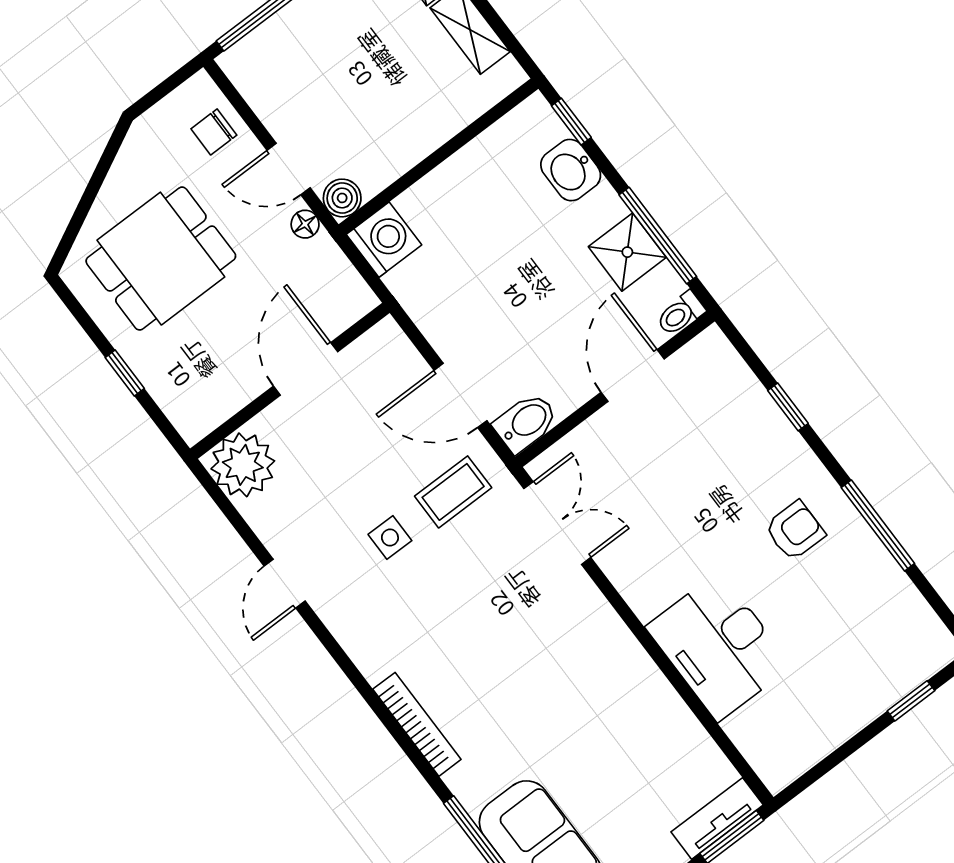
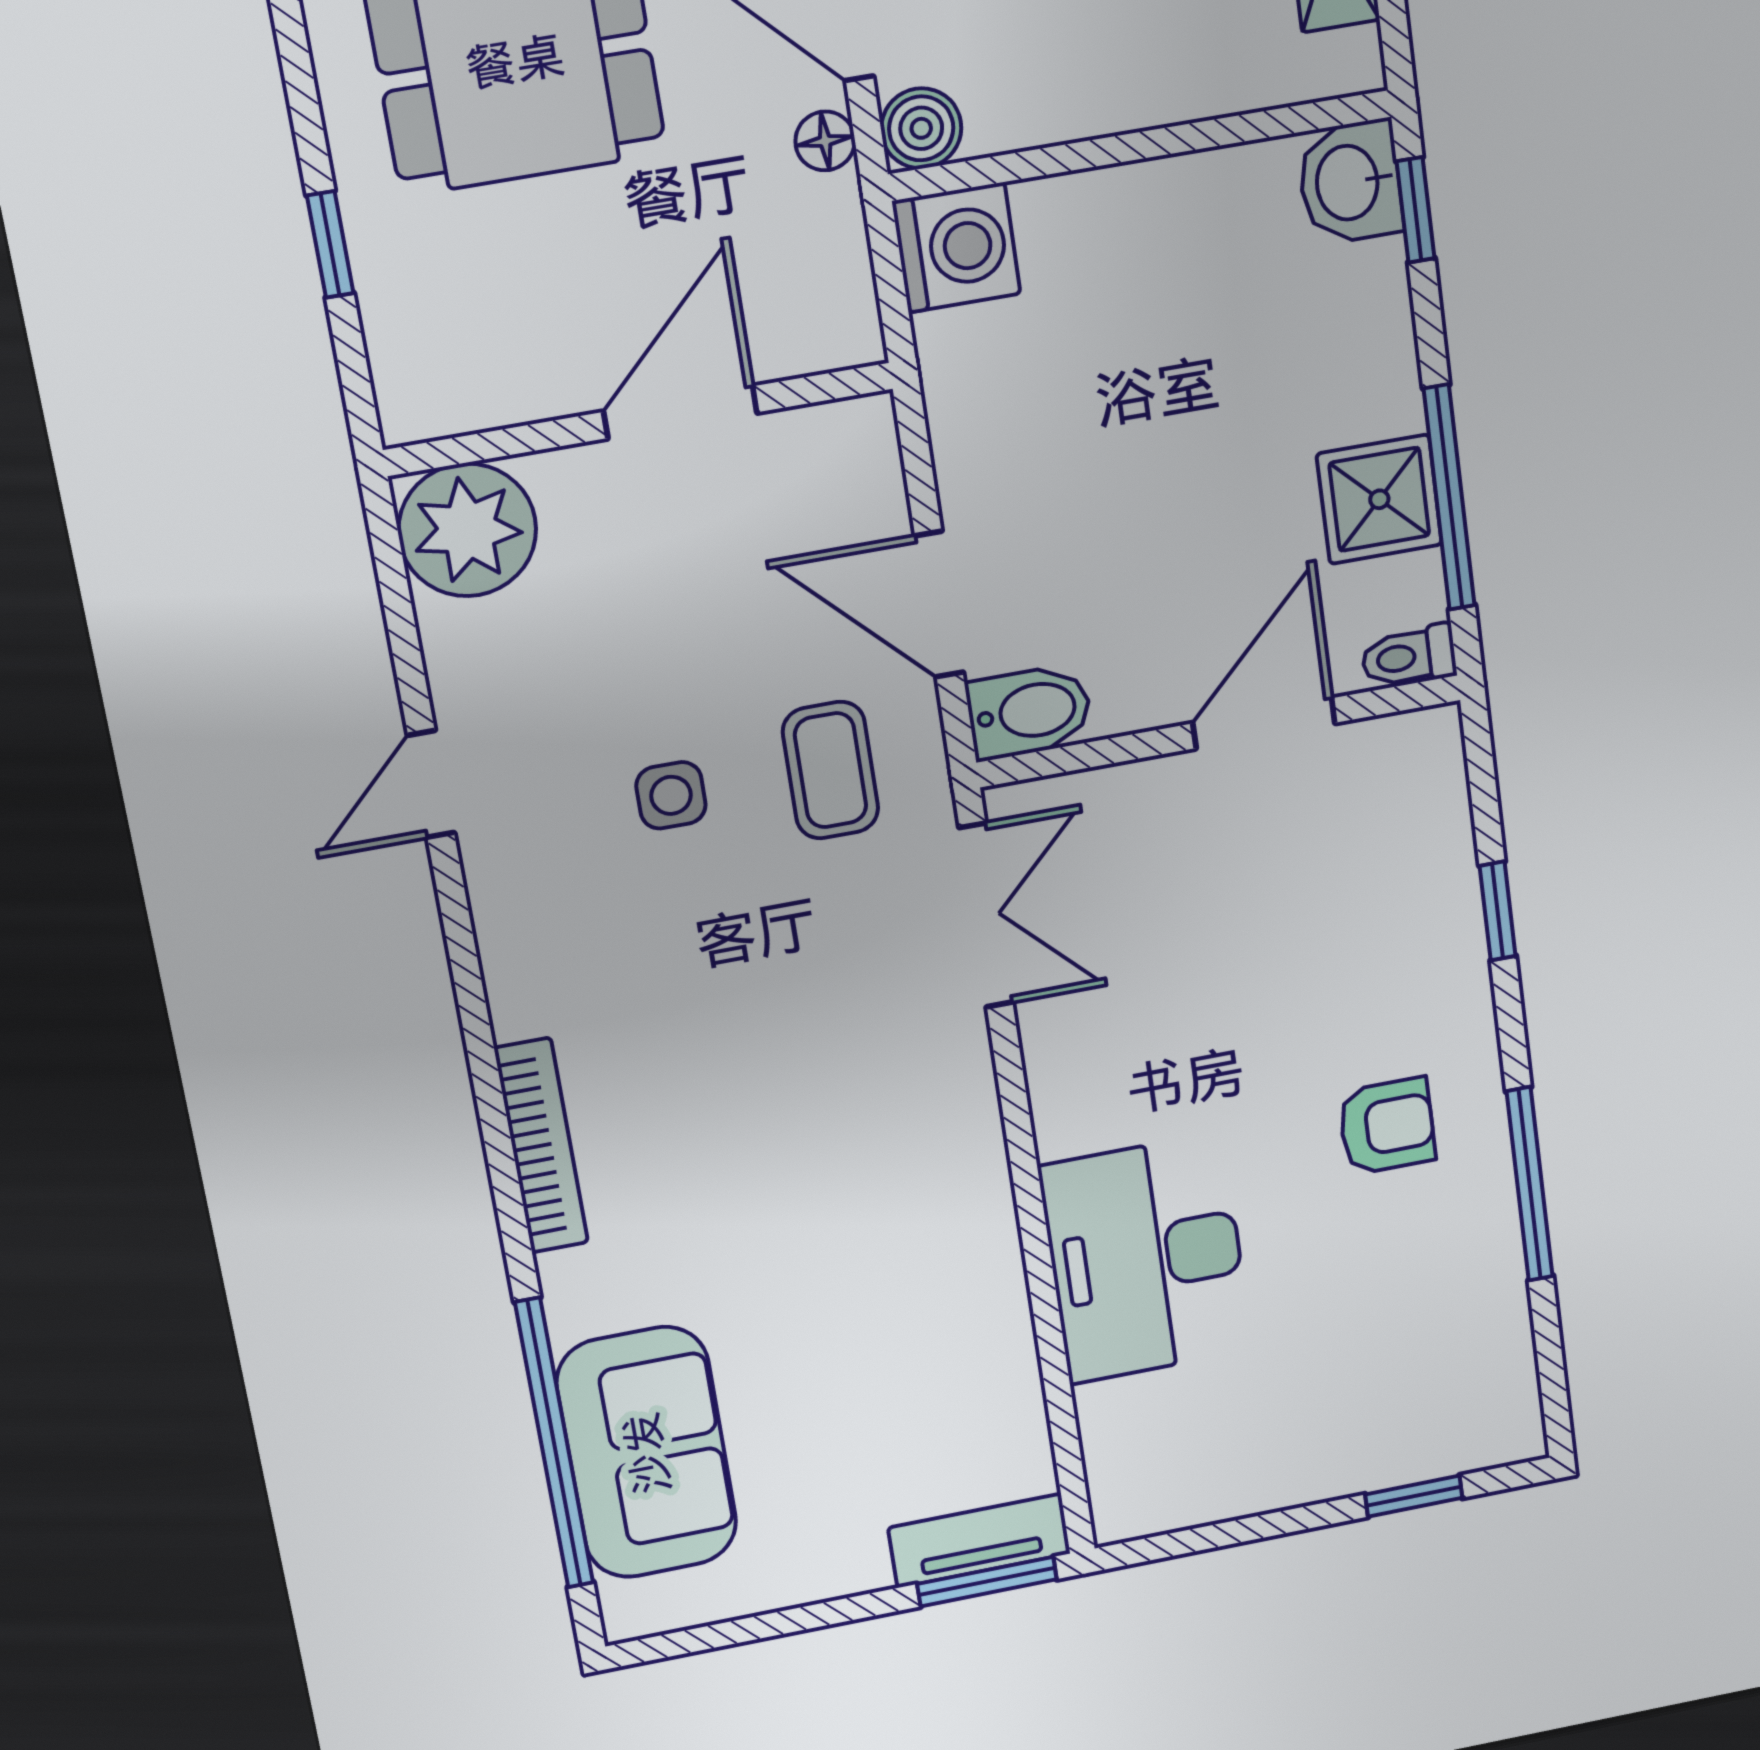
washbasin: (571, 170) -> (1350, 182), moved
coffee table: (453, 492) -> (830, 770), turned 90

